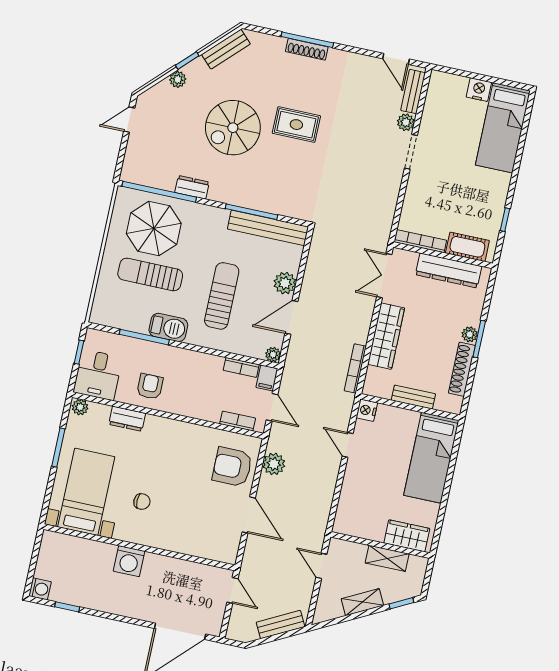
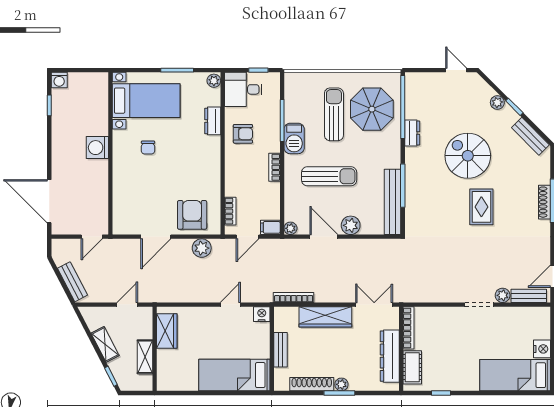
bookcase: (241, 367) -> (274, 167), moved
wardrobe: (407, 536) -> (167, 331), moved

